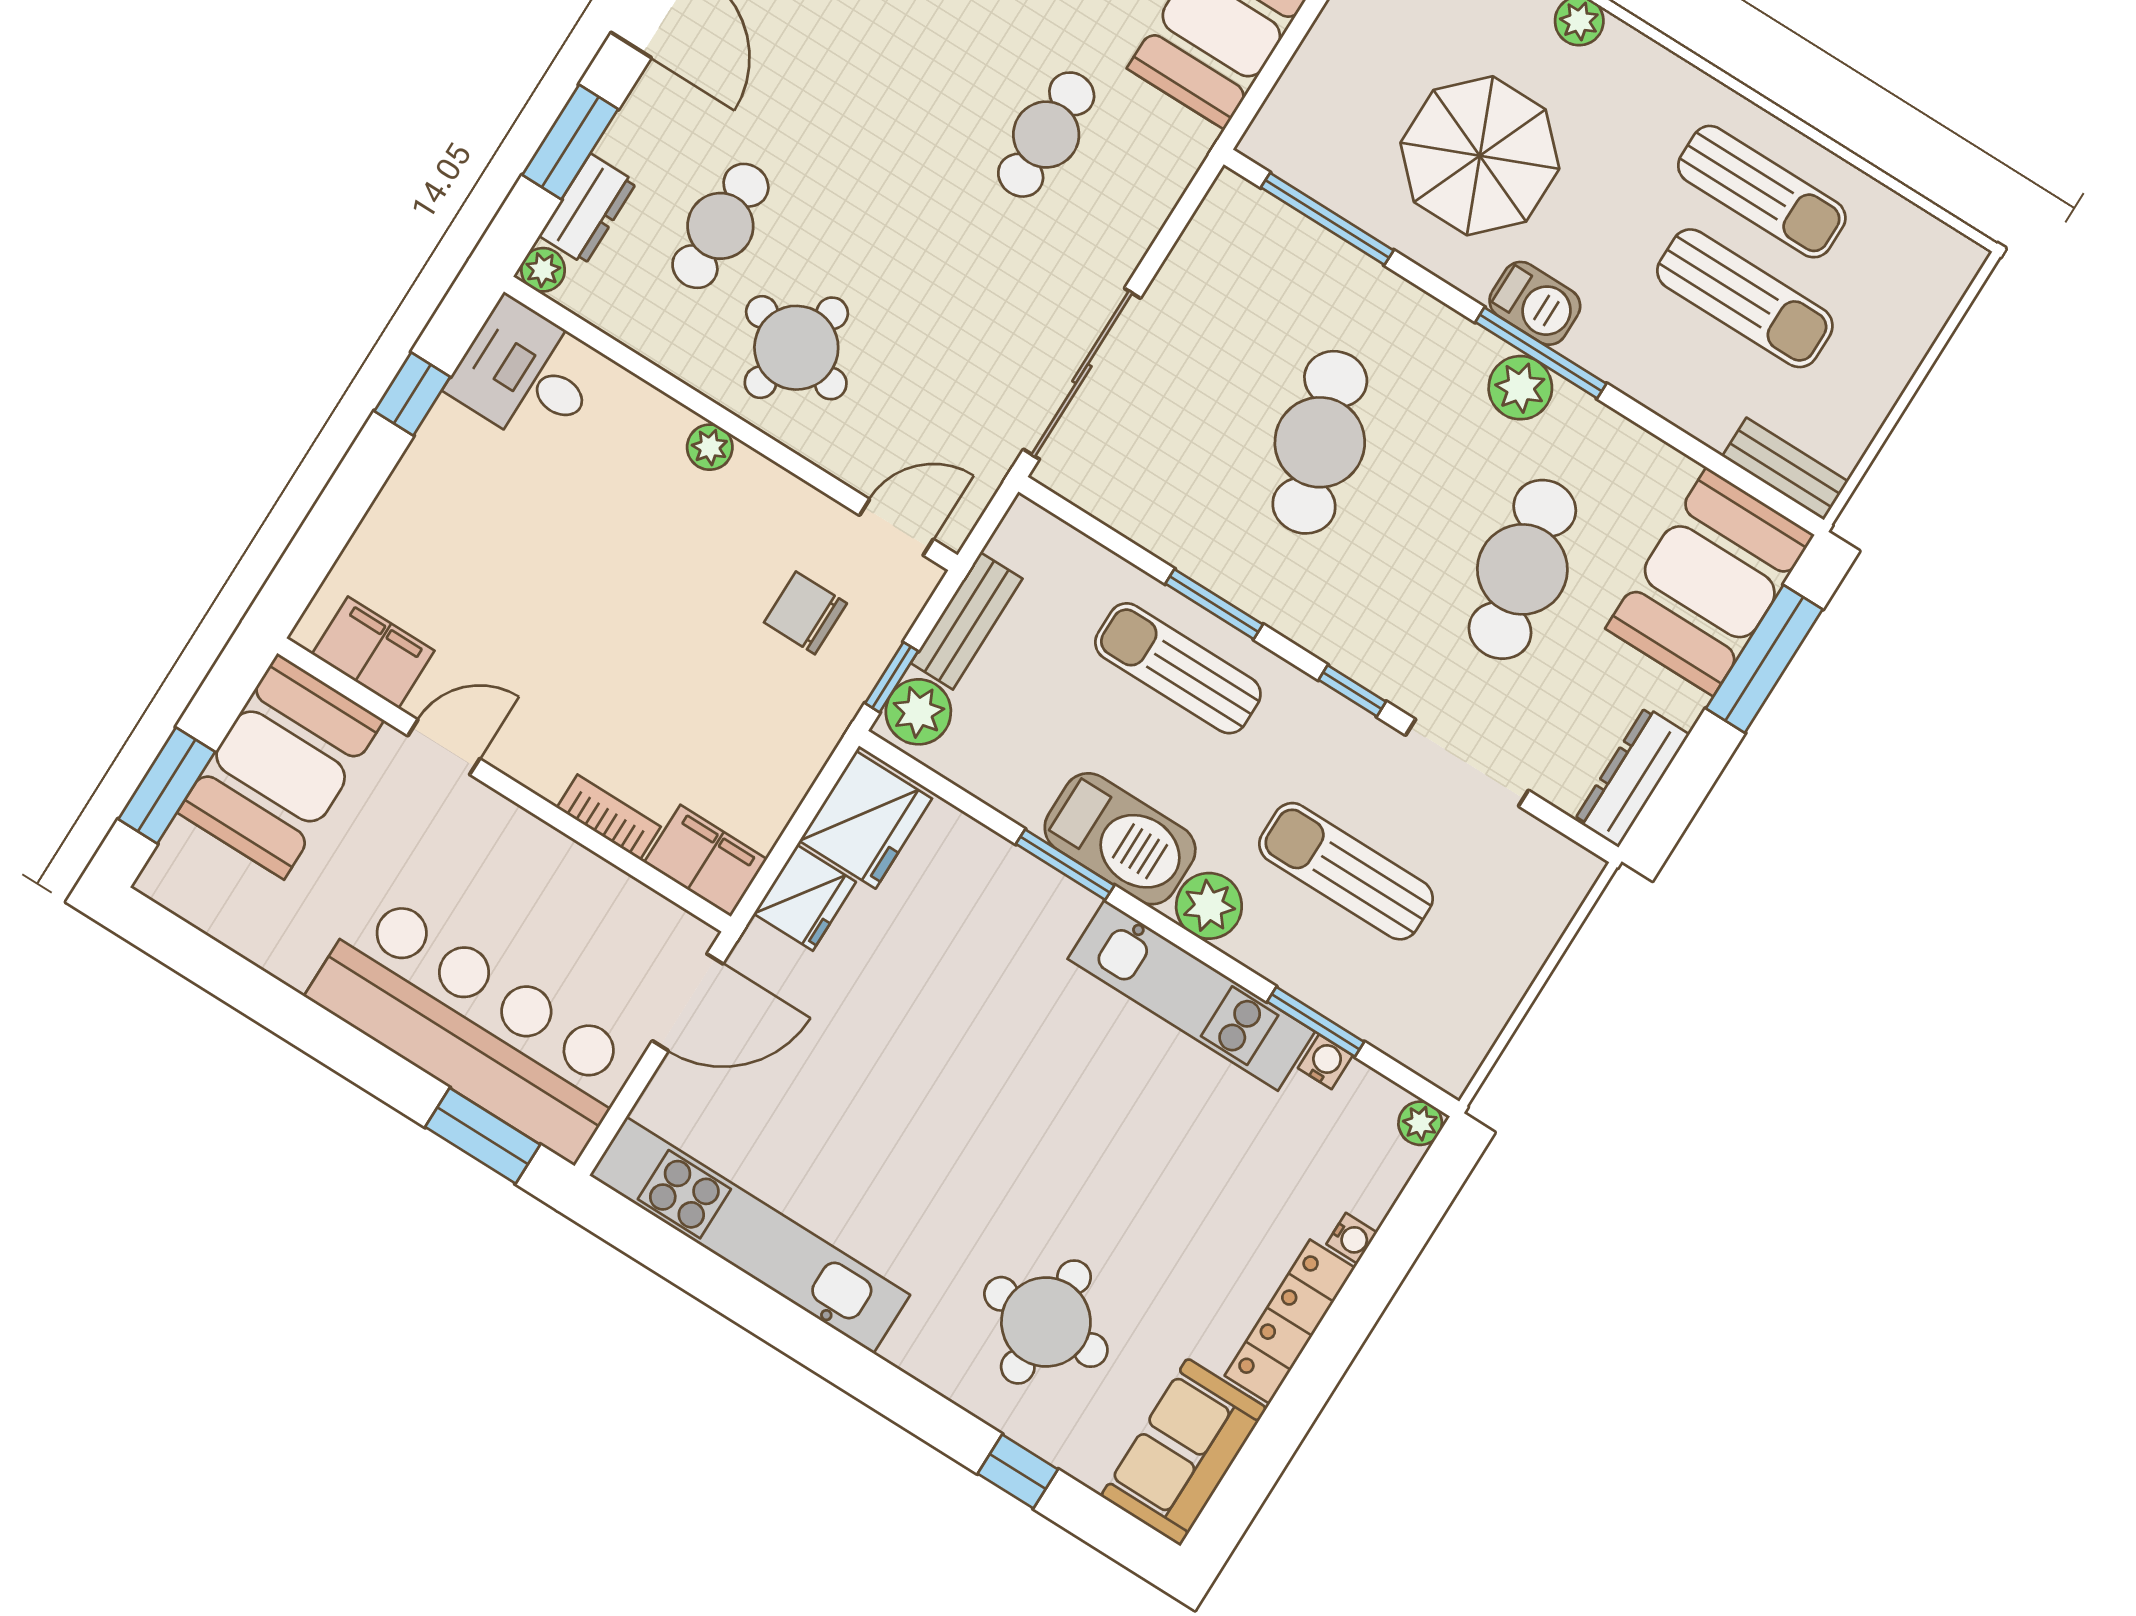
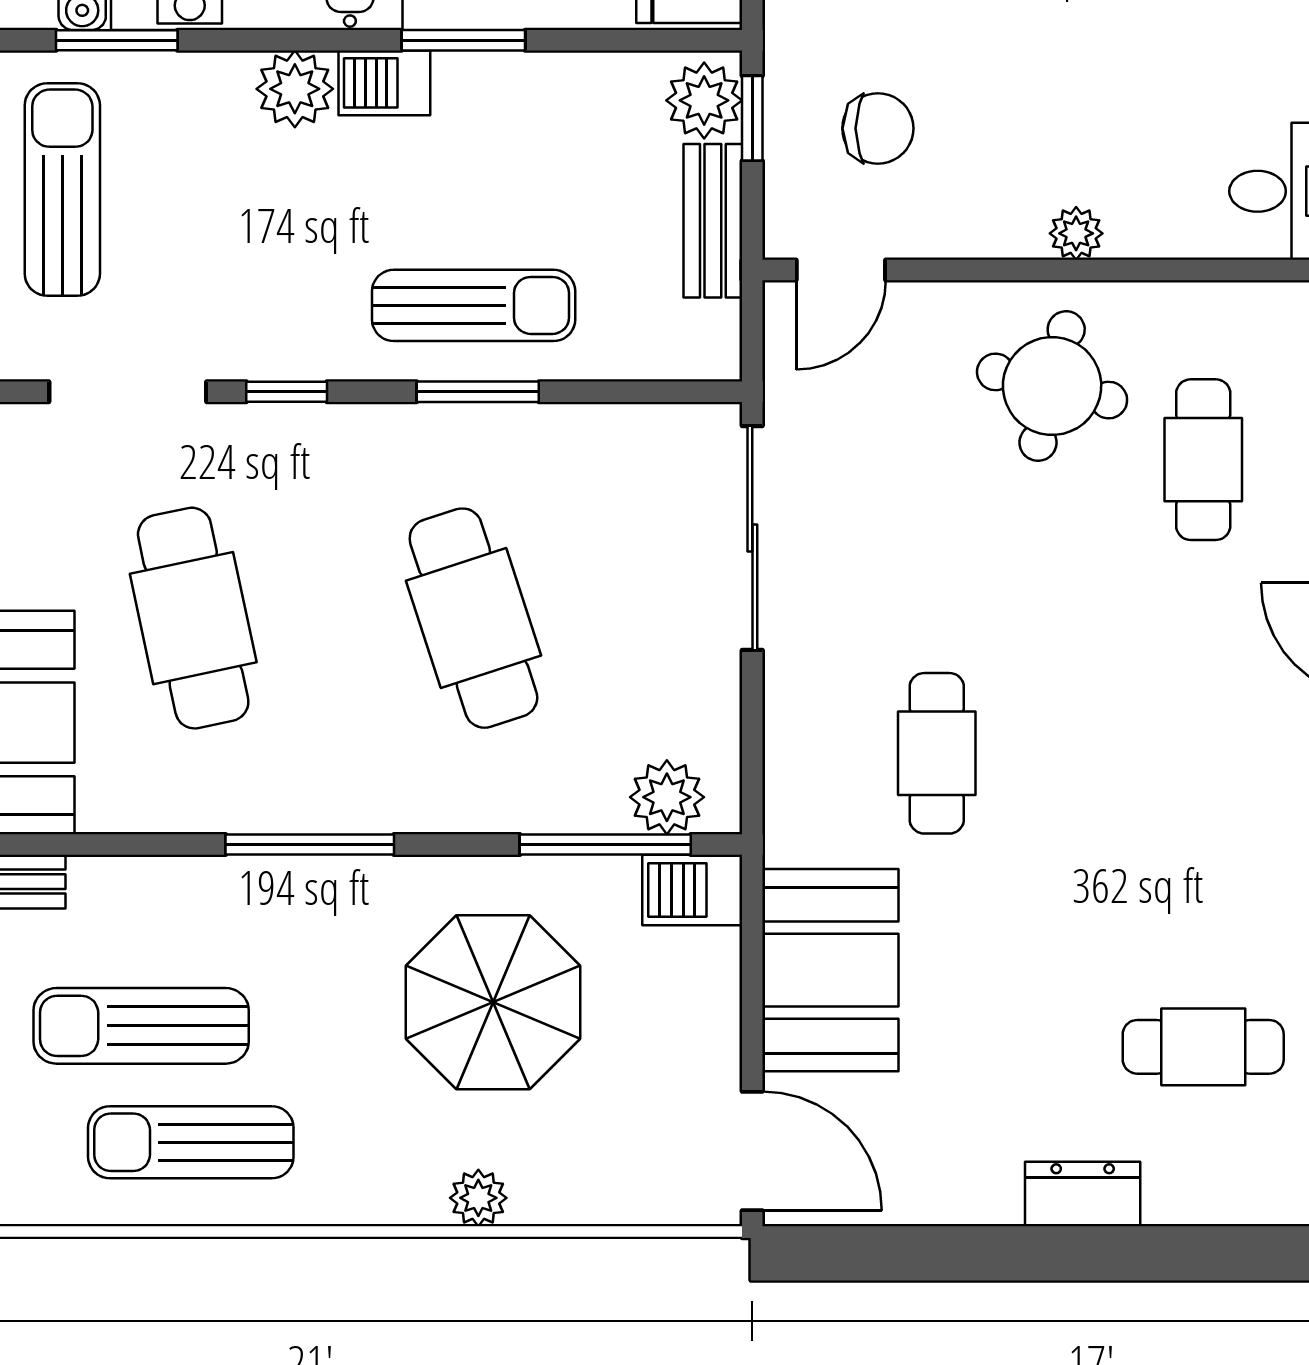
barbecue: (1535, 303) -> (692, 890), moved
plant: (1520, 388) -> (667, 797), moved
barbecue: (1120, 839) -> (384, 83), width x0.53, depth x0.65
sun lounger: (1346, 871) -> (62, 189), moved, turned -90

